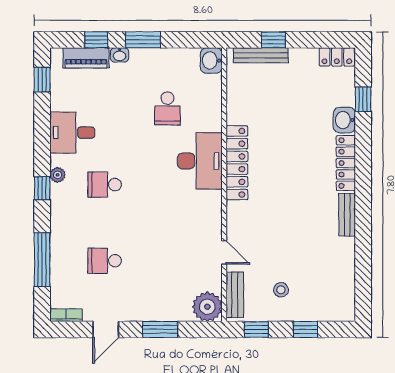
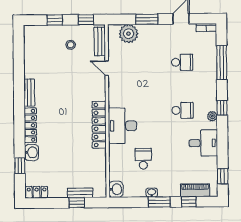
washbasin: (120, 55) -> (152, 193), moved
bench: (261, 55) -> (80, 193), width x0.73
plant: (207, 307) -> (129, 34), moved

